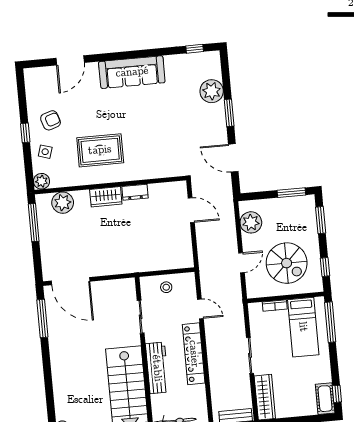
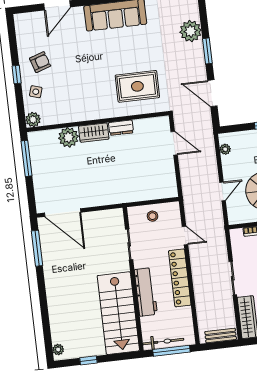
rug: (100, 150) -> (137, 86), moved
plant: (63, 203) -> (68, 137), moved
plant: (251, 222) -> (225, 149), width x0.53, depth x0.53

